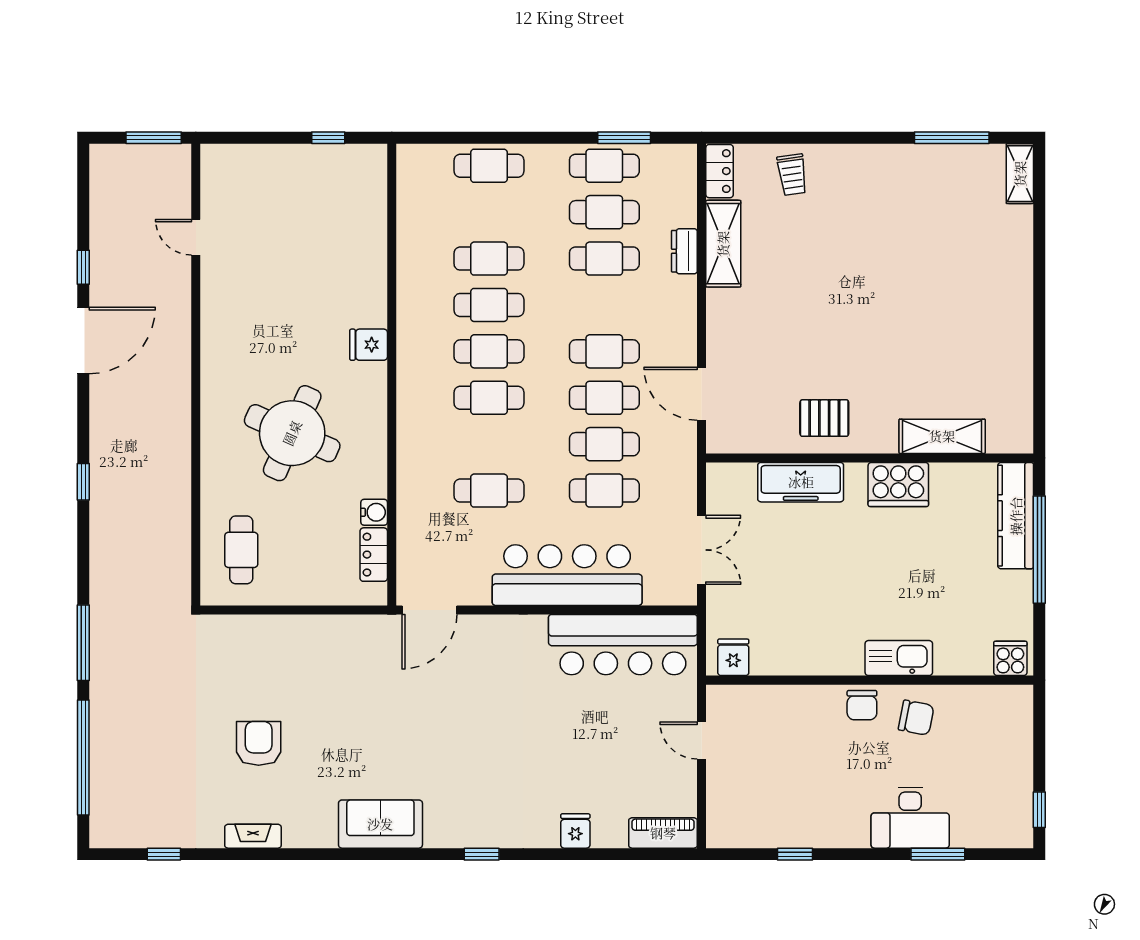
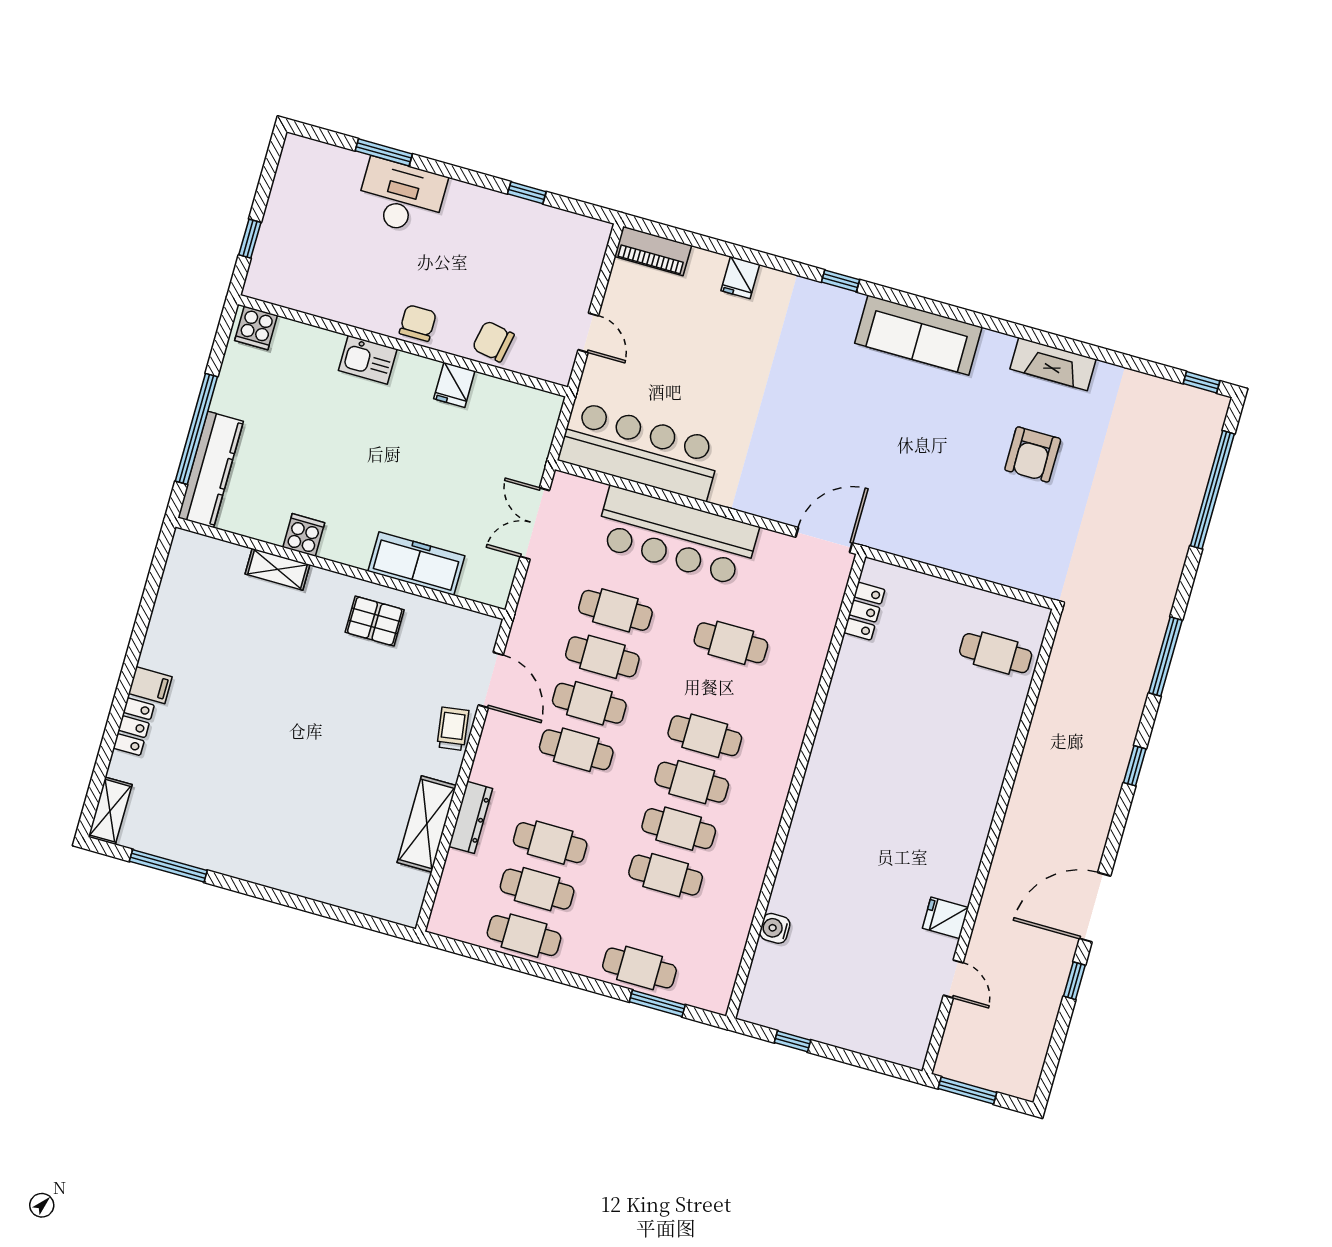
window: (624, 138) -> (657, 1003), moved
locker: (720, 171) -> (134, 727), moved, turned 180
trolley: (792, 175) -> (453, 729), moved
dresser: (684, 251) -> (471, 817), width x1.44
filing cabinet: (1015, 300) -> (150, 685), added
fridge: (369, 345) -> (945, 918), moved, turned 180
round table: (292, 433) -> (912, 756), removed
shelving: (942, 436) -> (277, 569), width x0.67, depth x0.75
cooker: (898, 484) -> (304, 535), width x0.53, depth x0.76
water cooler: (374, 512) -> (775, 928), moved
cafe table: (241, 550) -> (996, 653), turned 90
window: (83, 643) -> (1165, 656), moved
fridge: (733, 657) -> (454, 385), moved
kitchen sink: (899, 658) -> (368, 360), width x0.73
chair: (916, 718) -> (493, 341), moved
window: (1039, 810) -> (250, 239), moved
sofa: (380, 824) -> (918, 335), width x1.36
fireplace: (253, 836) -> (1053, 364), width x1.37, depth x1.32
window: (164, 854) -> (1202, 382), moved

